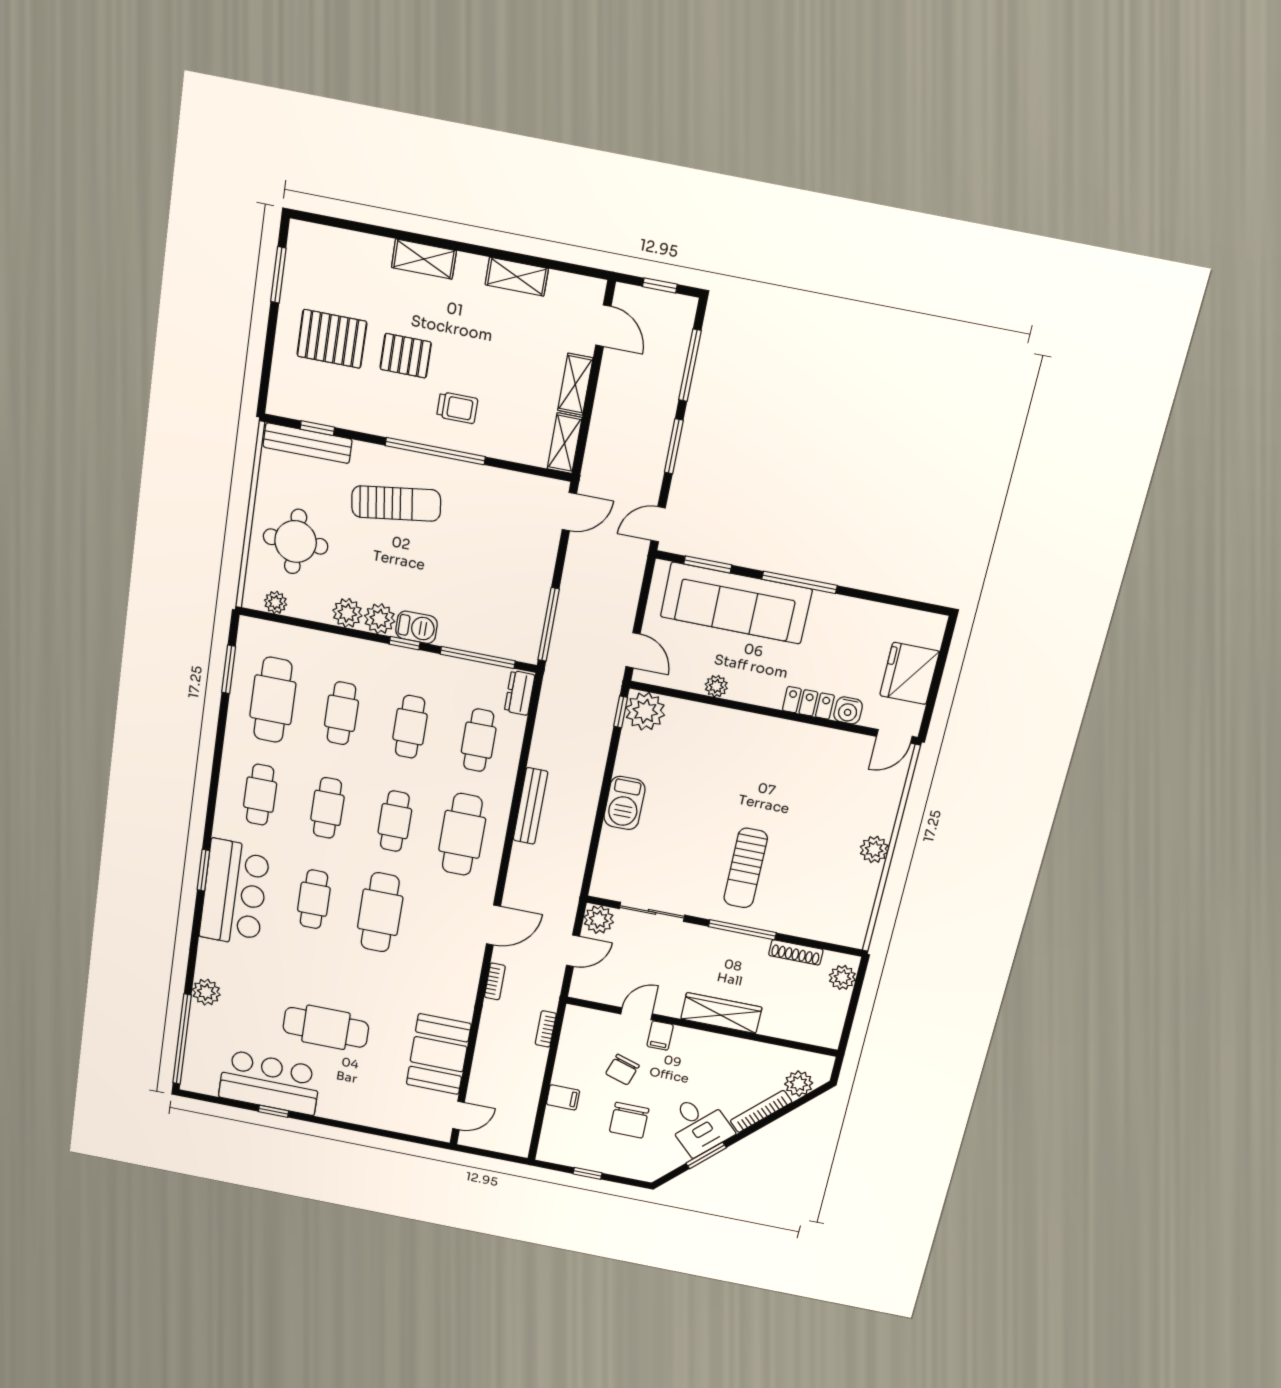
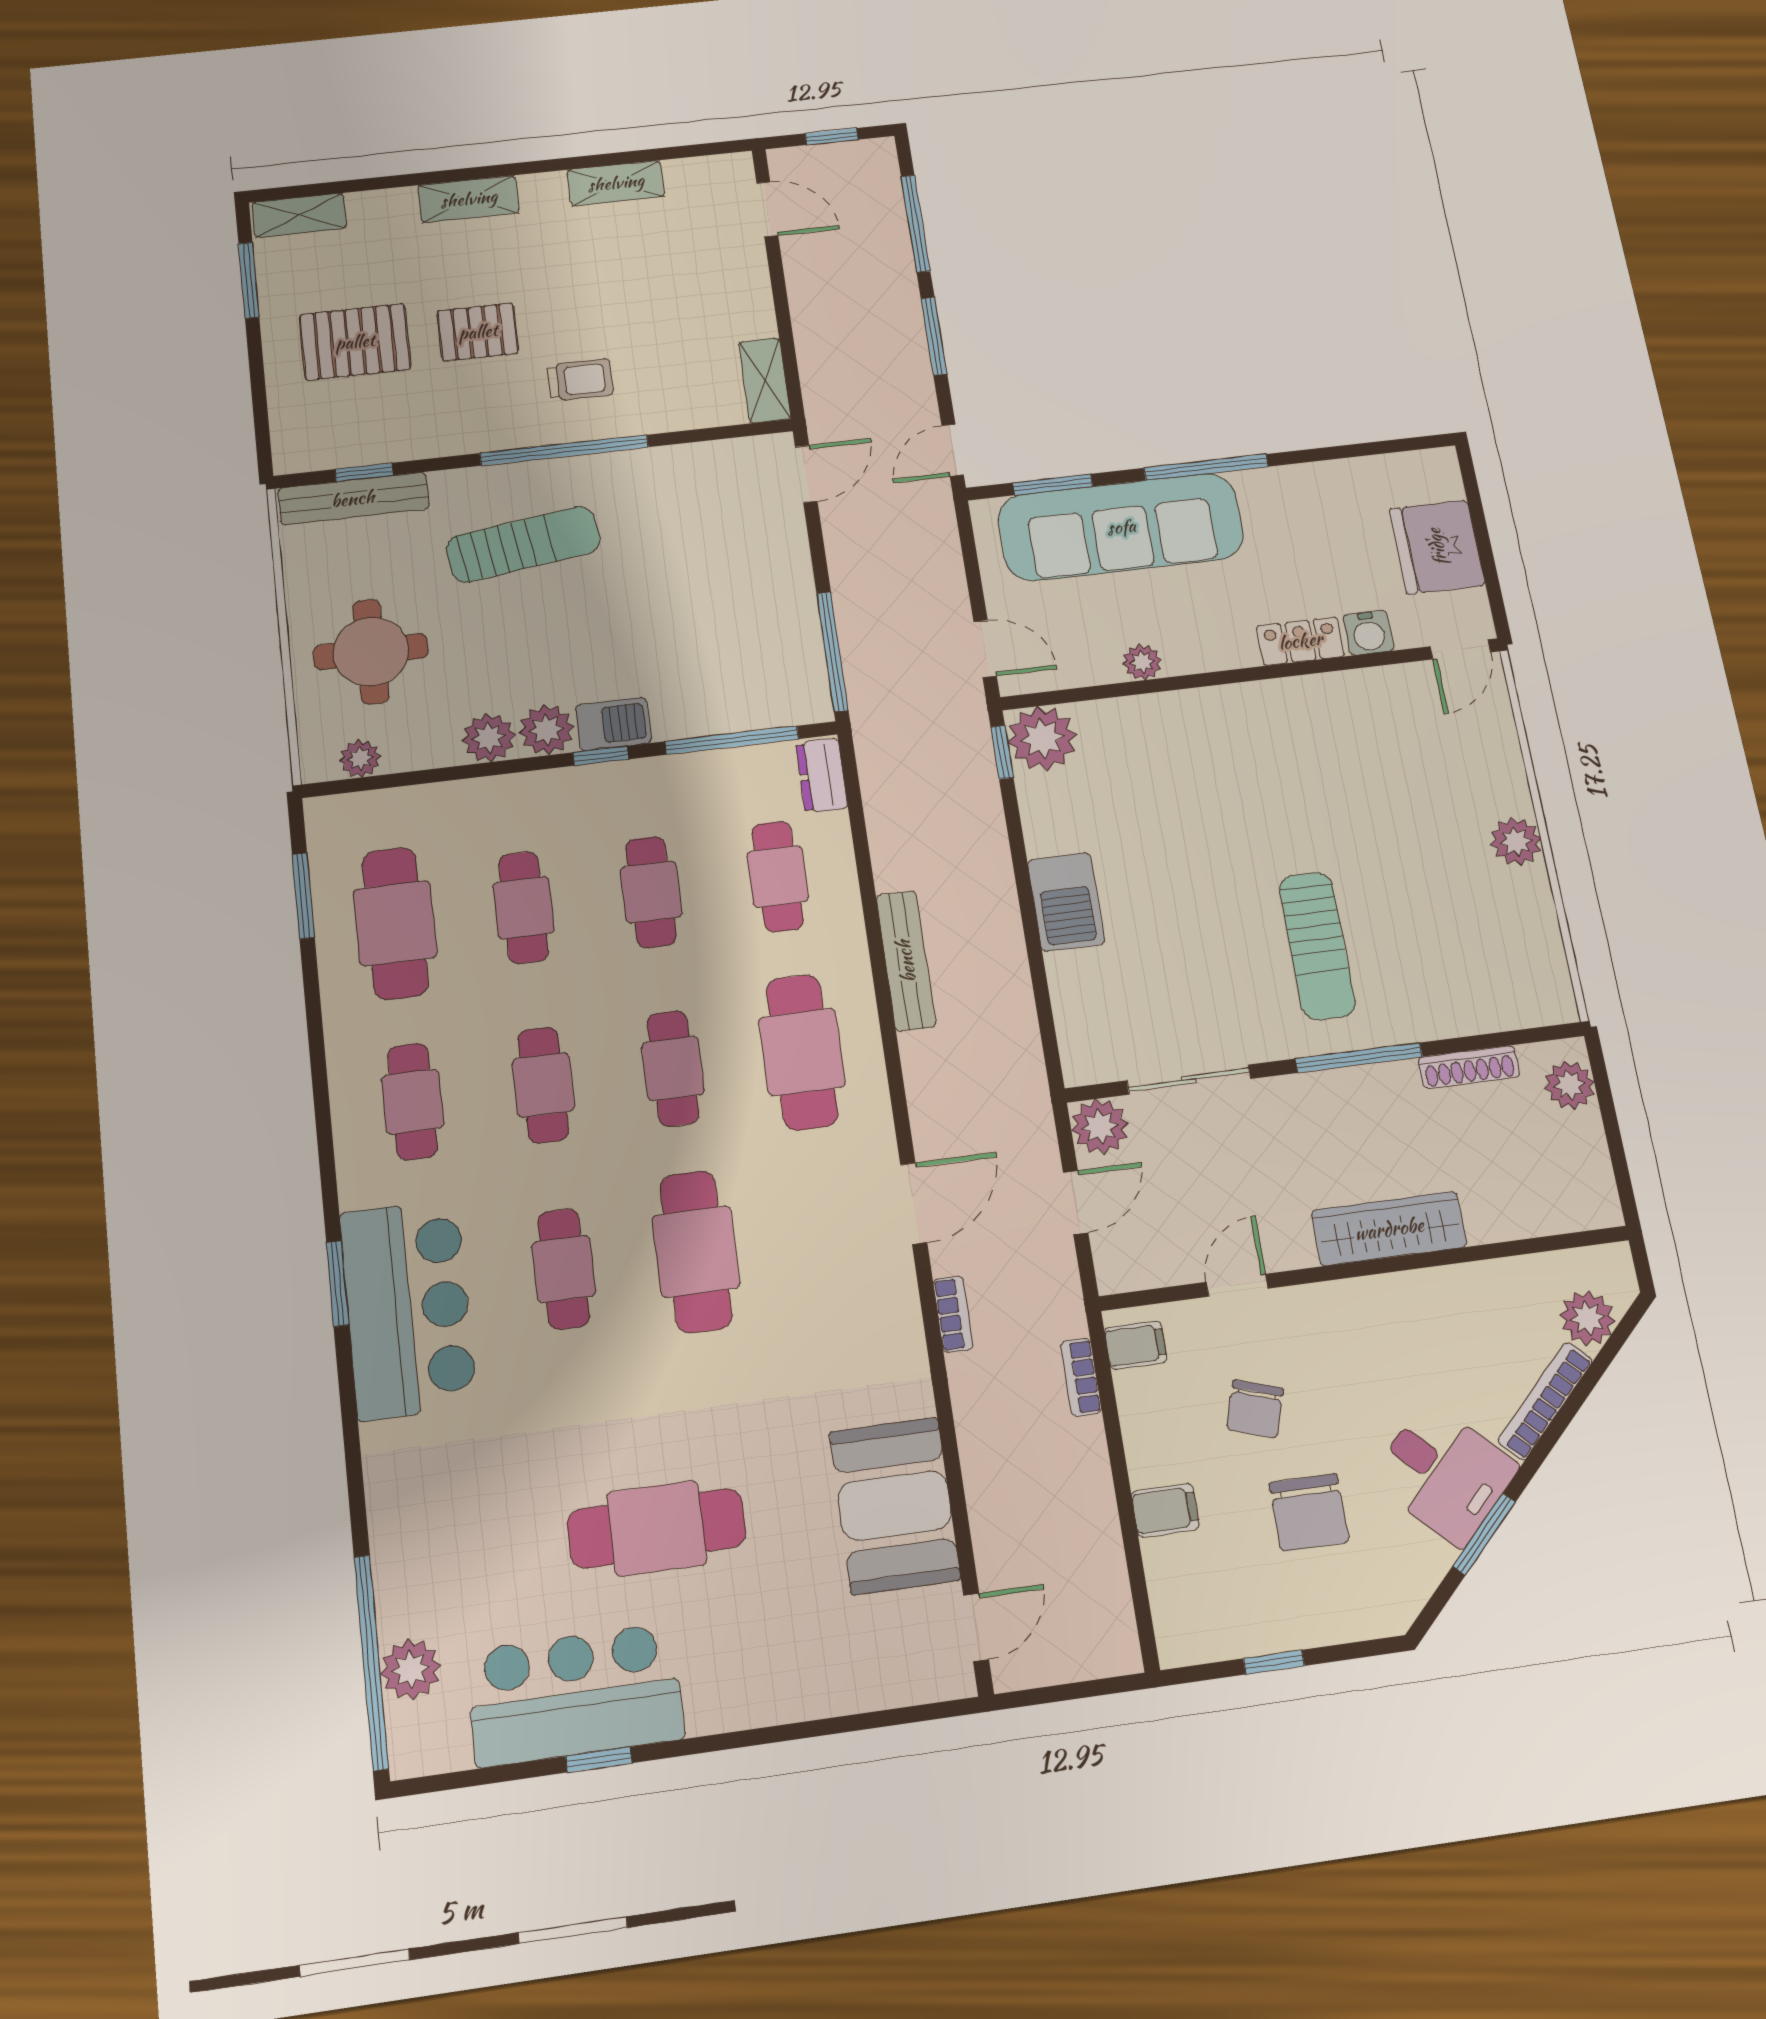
shelving: (575, 384) -> (299, 215), moved, turned 90
plant: (206, 992) -> (411, 1669), moved
filing cabinet: (660, 1036) -> (1136, 1345), moved, turned -90

